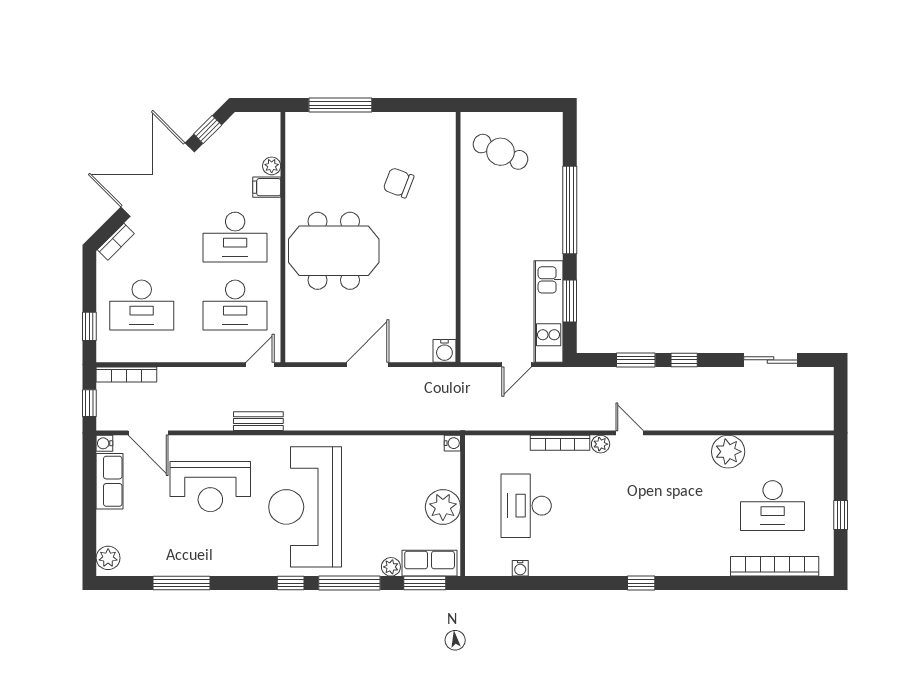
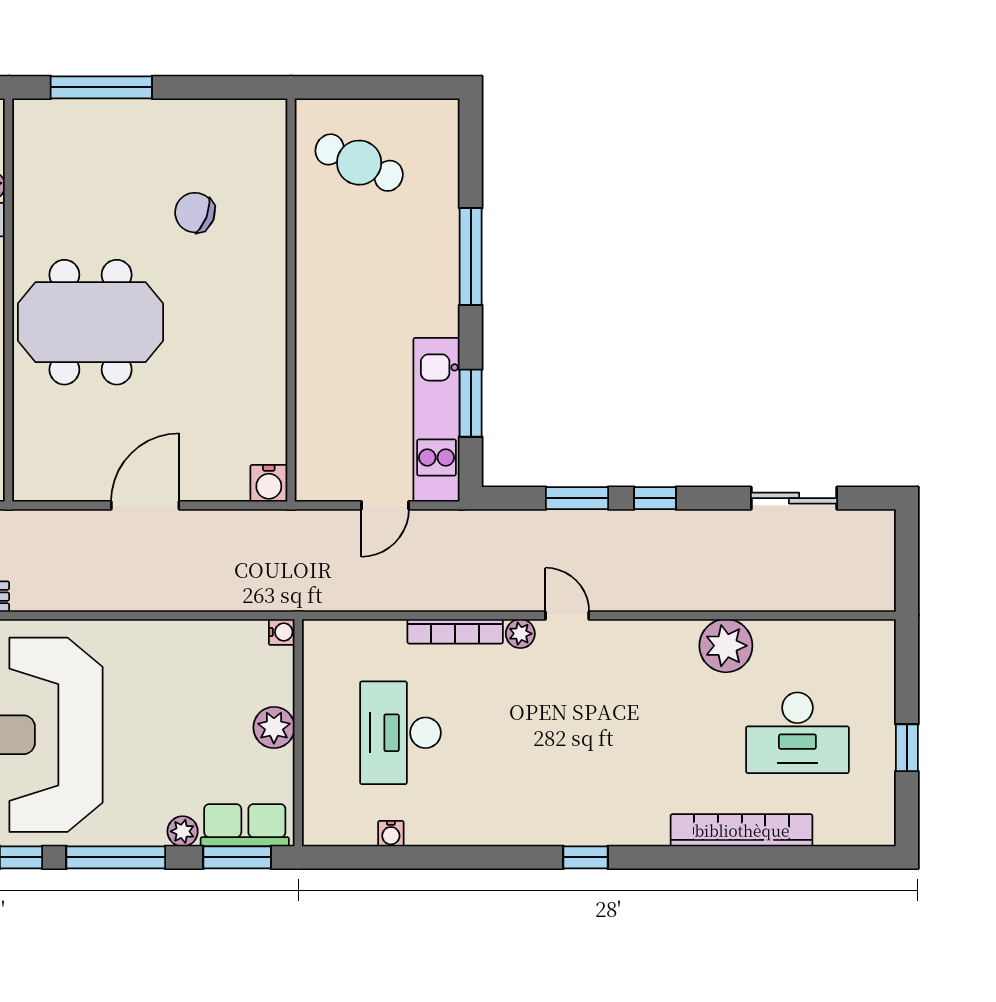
window: (570, 210) -> (471, 256), width x0.68
plant: (443, 507) -> (274, 727), width x0.73, depth x0.73
bookcase: (775, 566) -> (742, 830), moved

